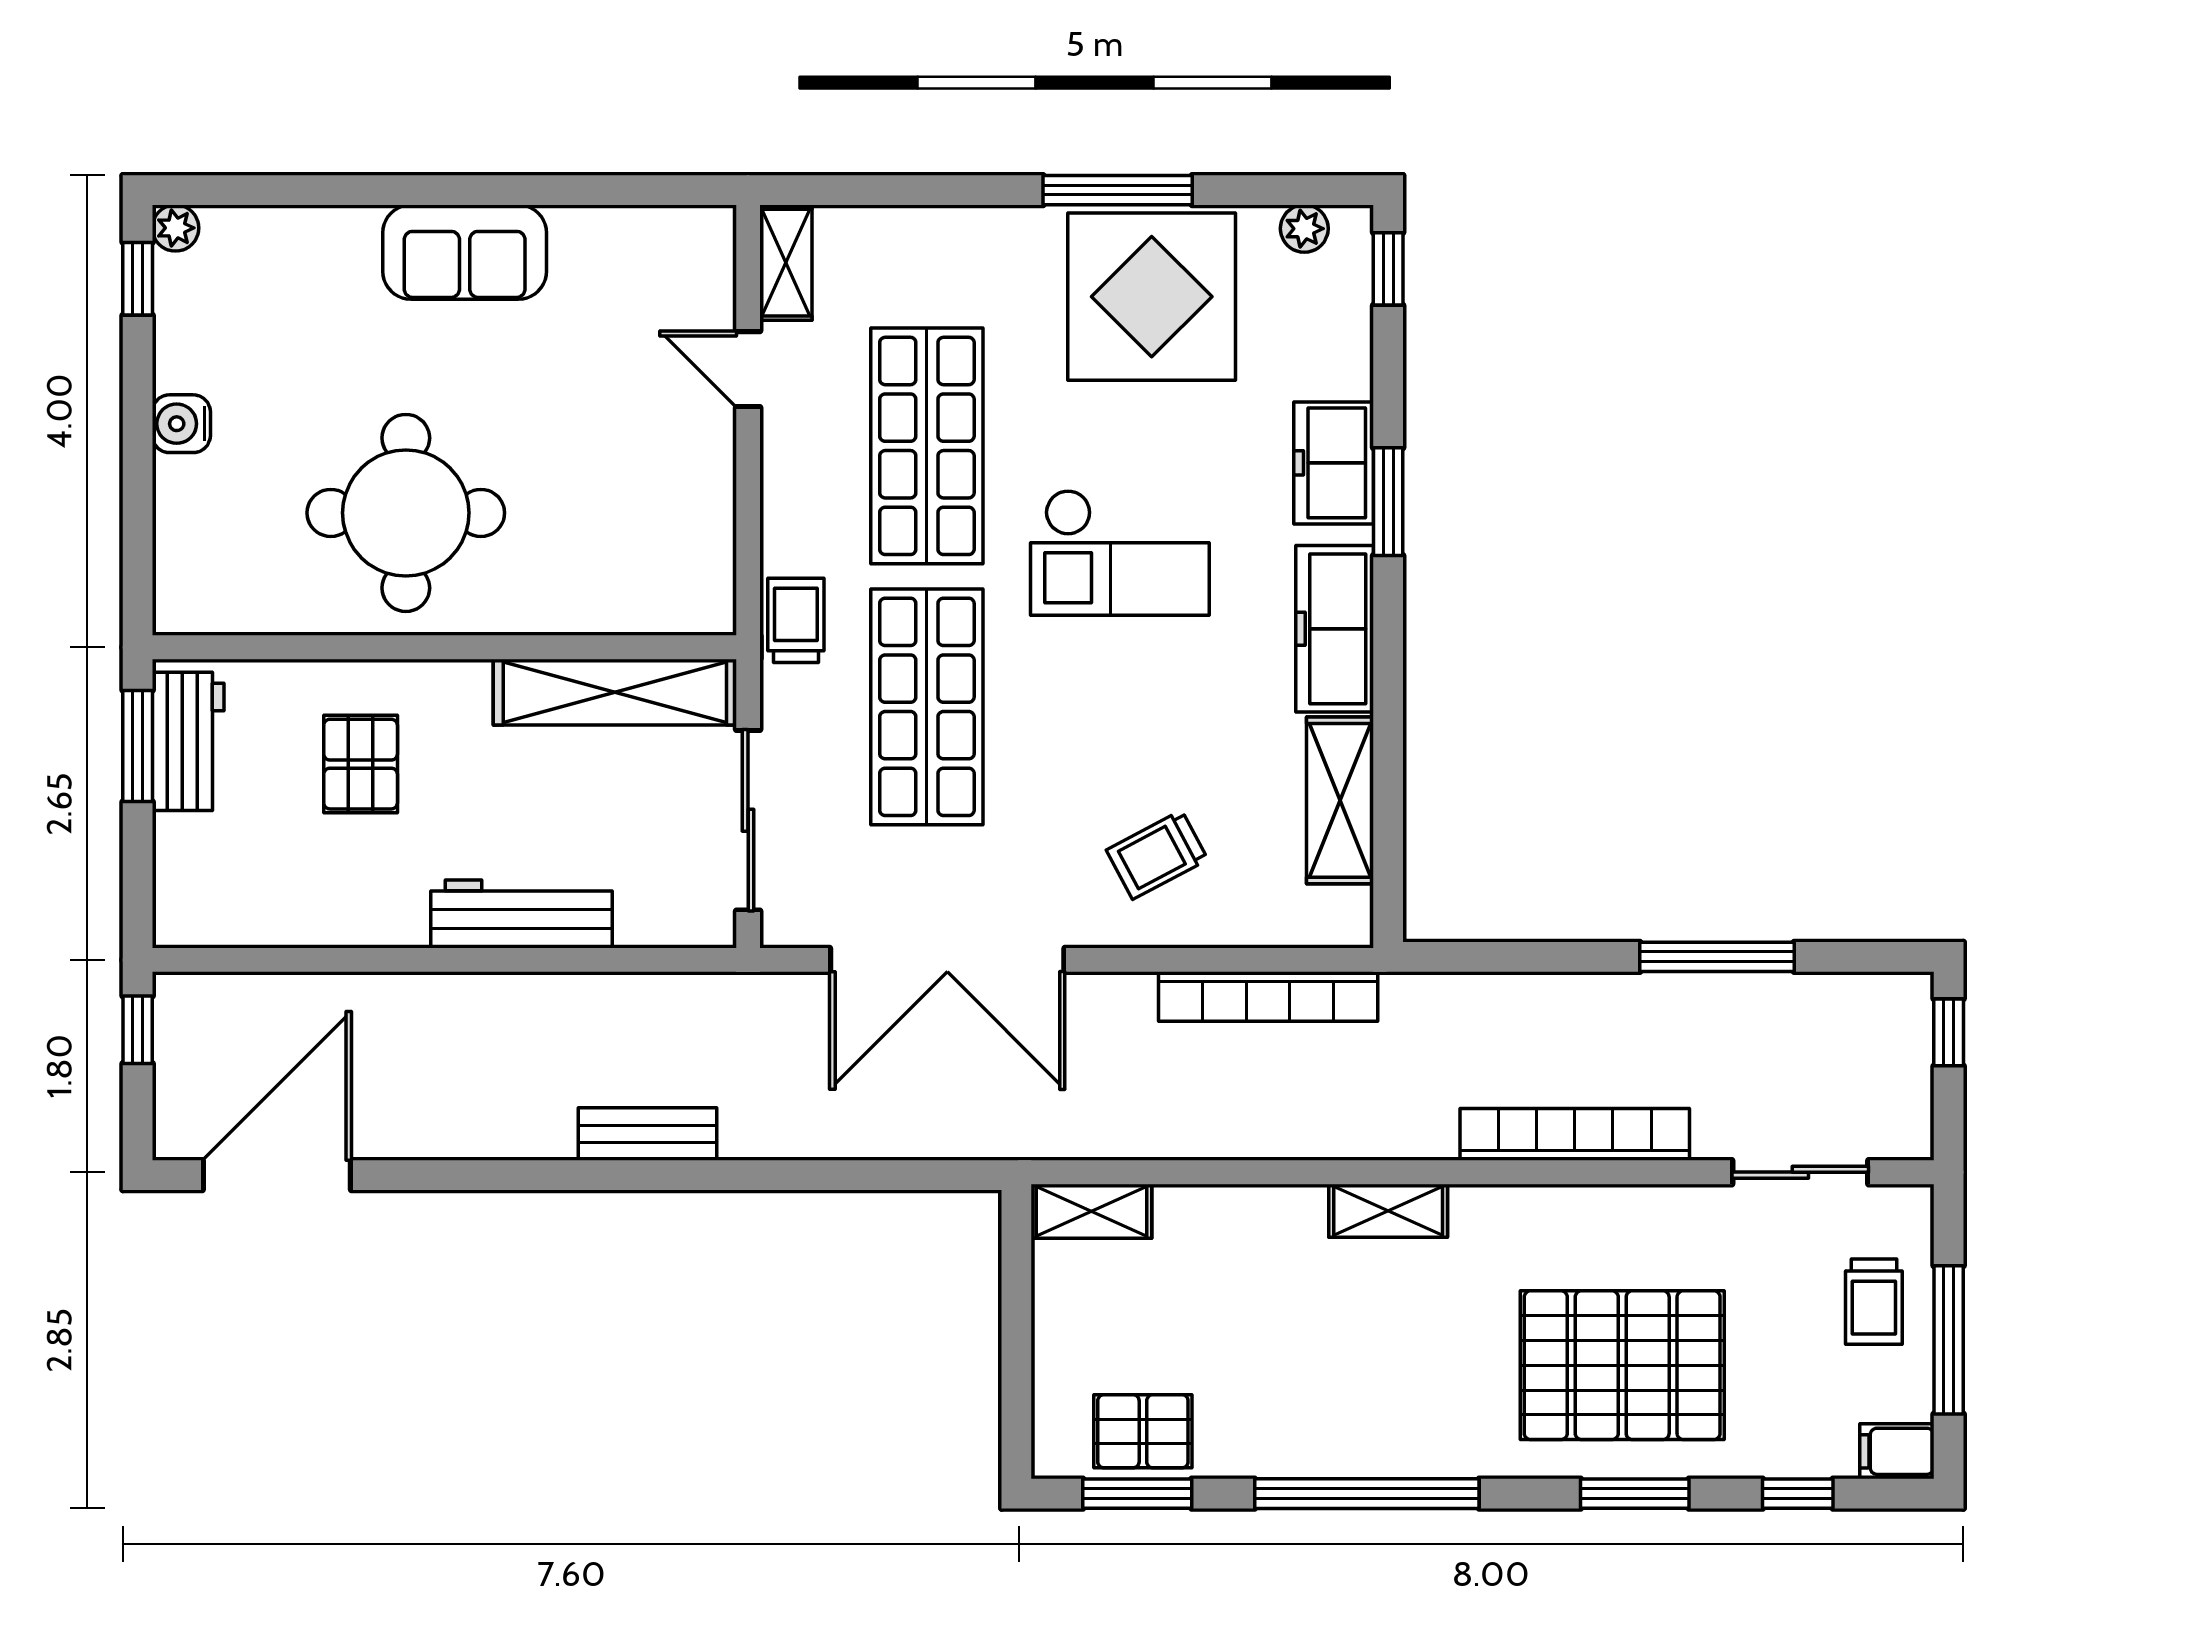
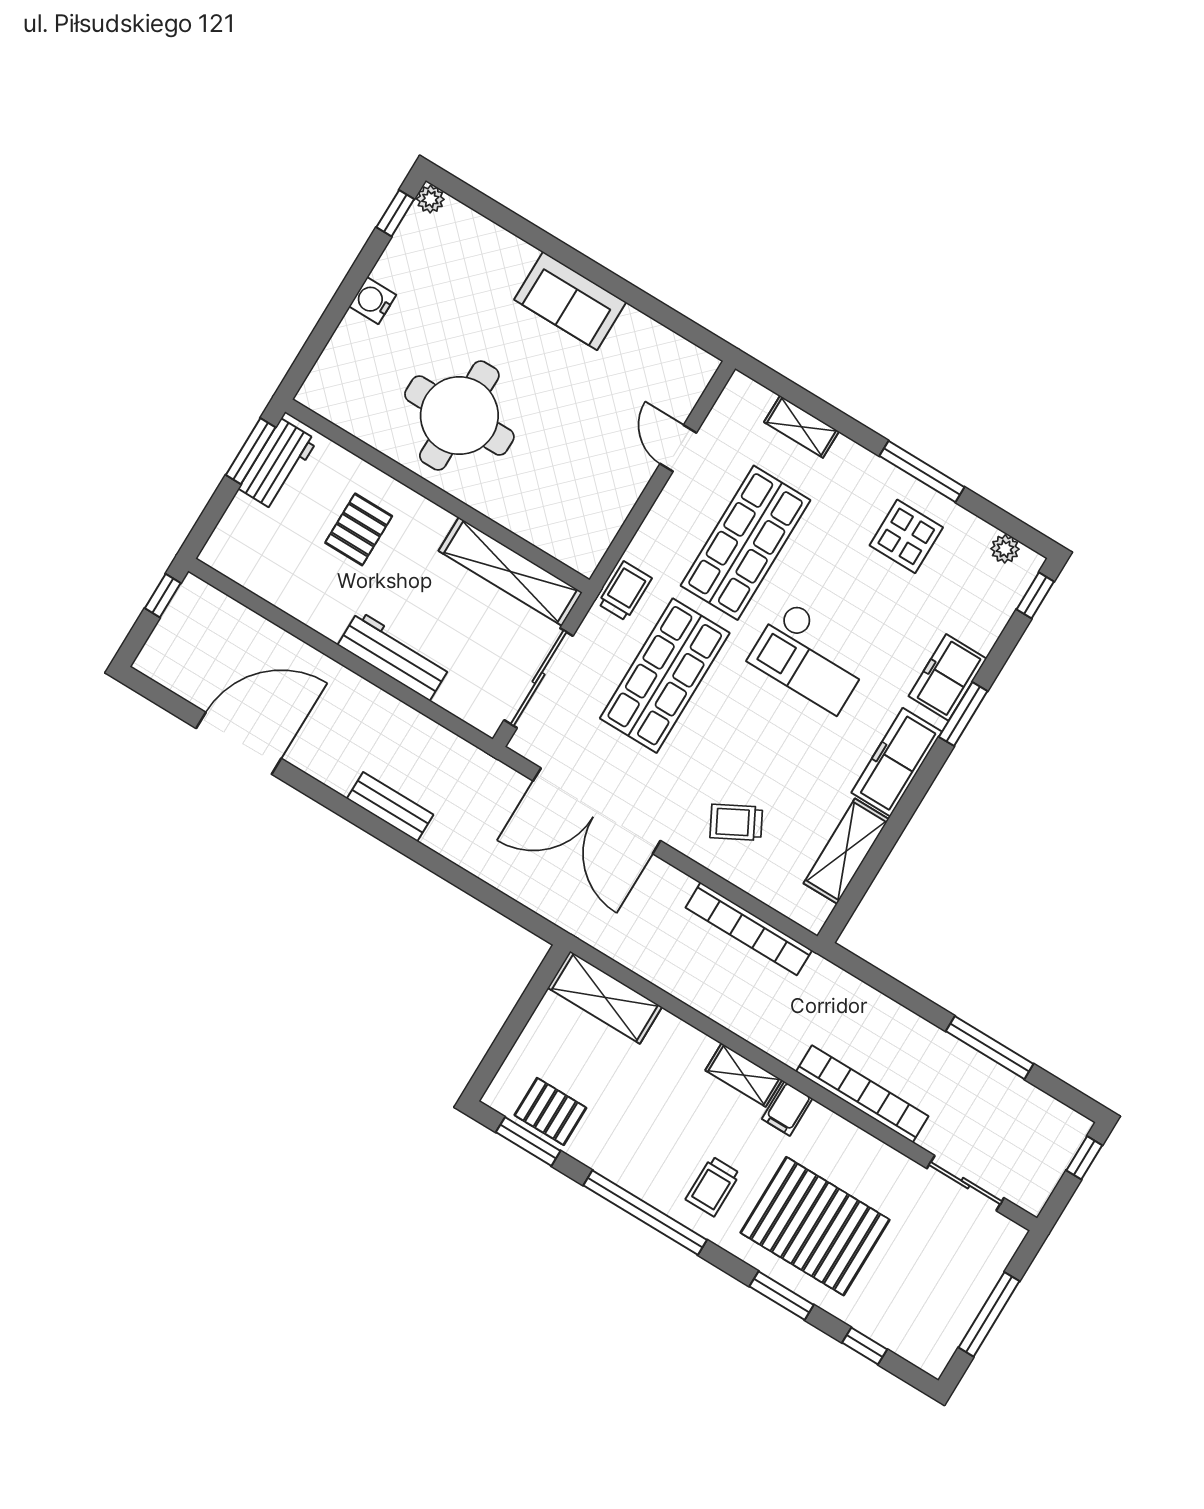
shelving: (786, 263) -> (802, 427), moved, turned 90
display table: (1152, 297) -> (906, 536), width x0.54, depth x0.54
door: (277, 1175) -> (239, 743), moved
shelving: (1091, 1211) -> (605, 997), width x1.50, depth x1.33
trolley: (1874, 1302) -> (713, 1186), moved
filing cabinet: (1897, 1451) -> (787, 1109), moved, turned -90

